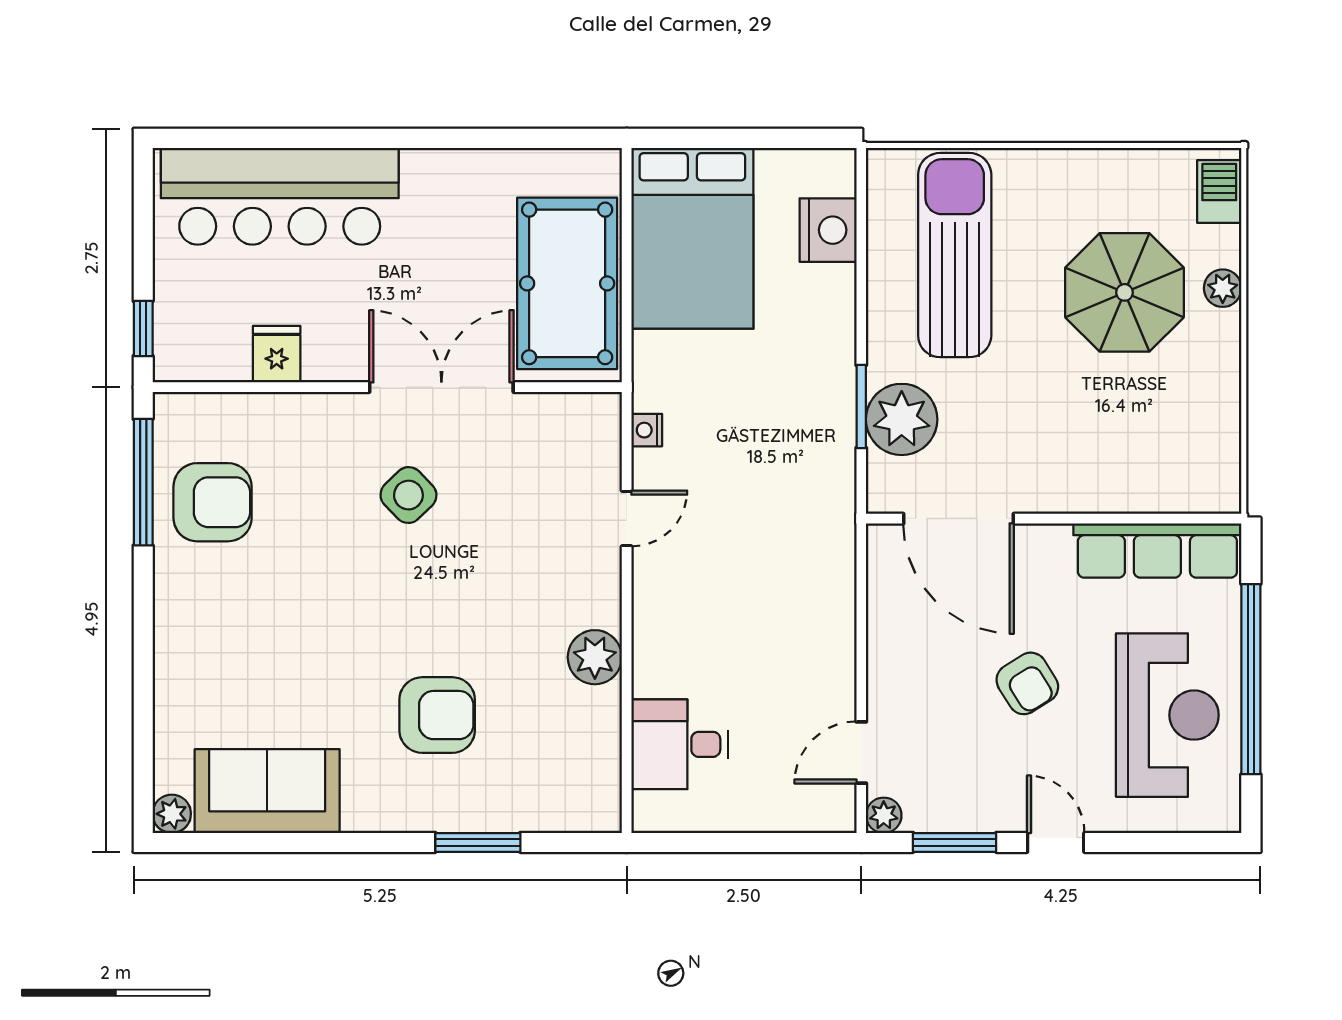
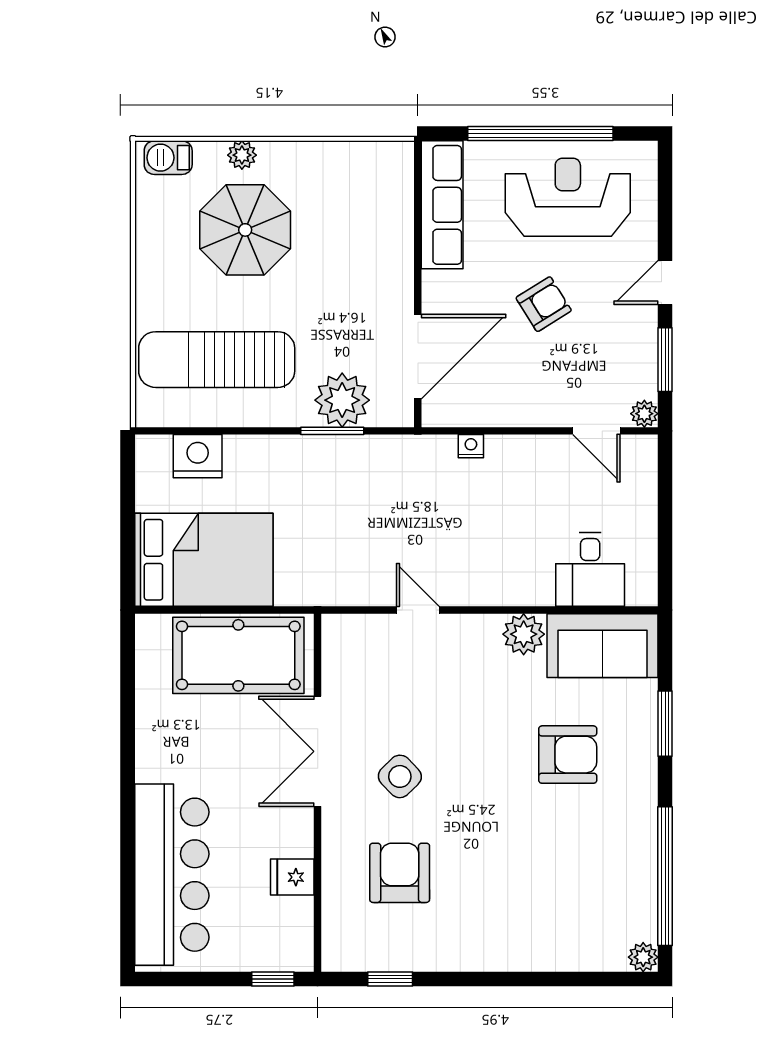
nightstand: (647, 430) -> (471, 446), moved, turned 180
window: (143, 482) -> (390, 979), width x0.46
armchair: (213, 502) -> (400, 873), moved
armchair: (437, 715) -> (568, 755), turned 90
sofa: (267, 791) -> (603, 646), moved, turned -90
window: (278, 842) -> (665, 876), added

